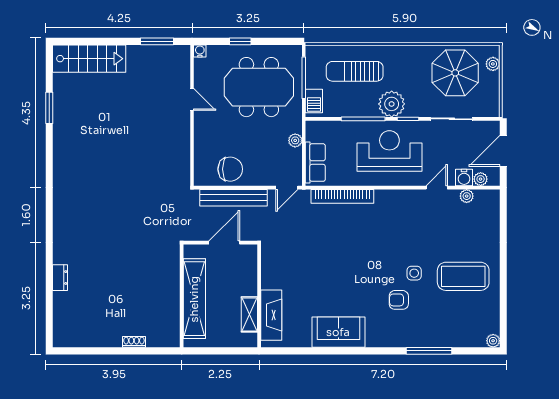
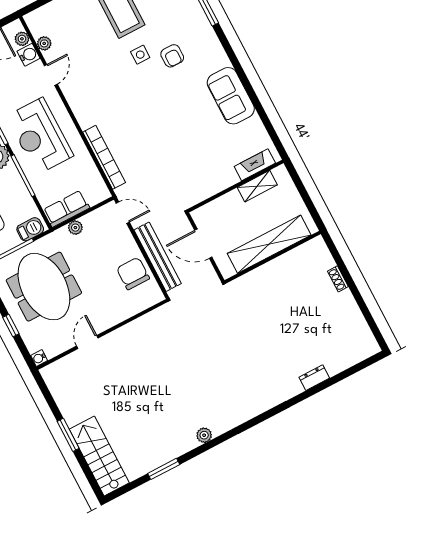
window: (157, 41) -> (68, 435), moved
plant: (60, 158) -> (204, 435), added
row of seats: (315, 163) -> (66, 209), moved
door: (437, 188) -> (51, 75), swing flipped
fireplace: (271, 315) -> (255, 165), width x0.73, depth x0.76

